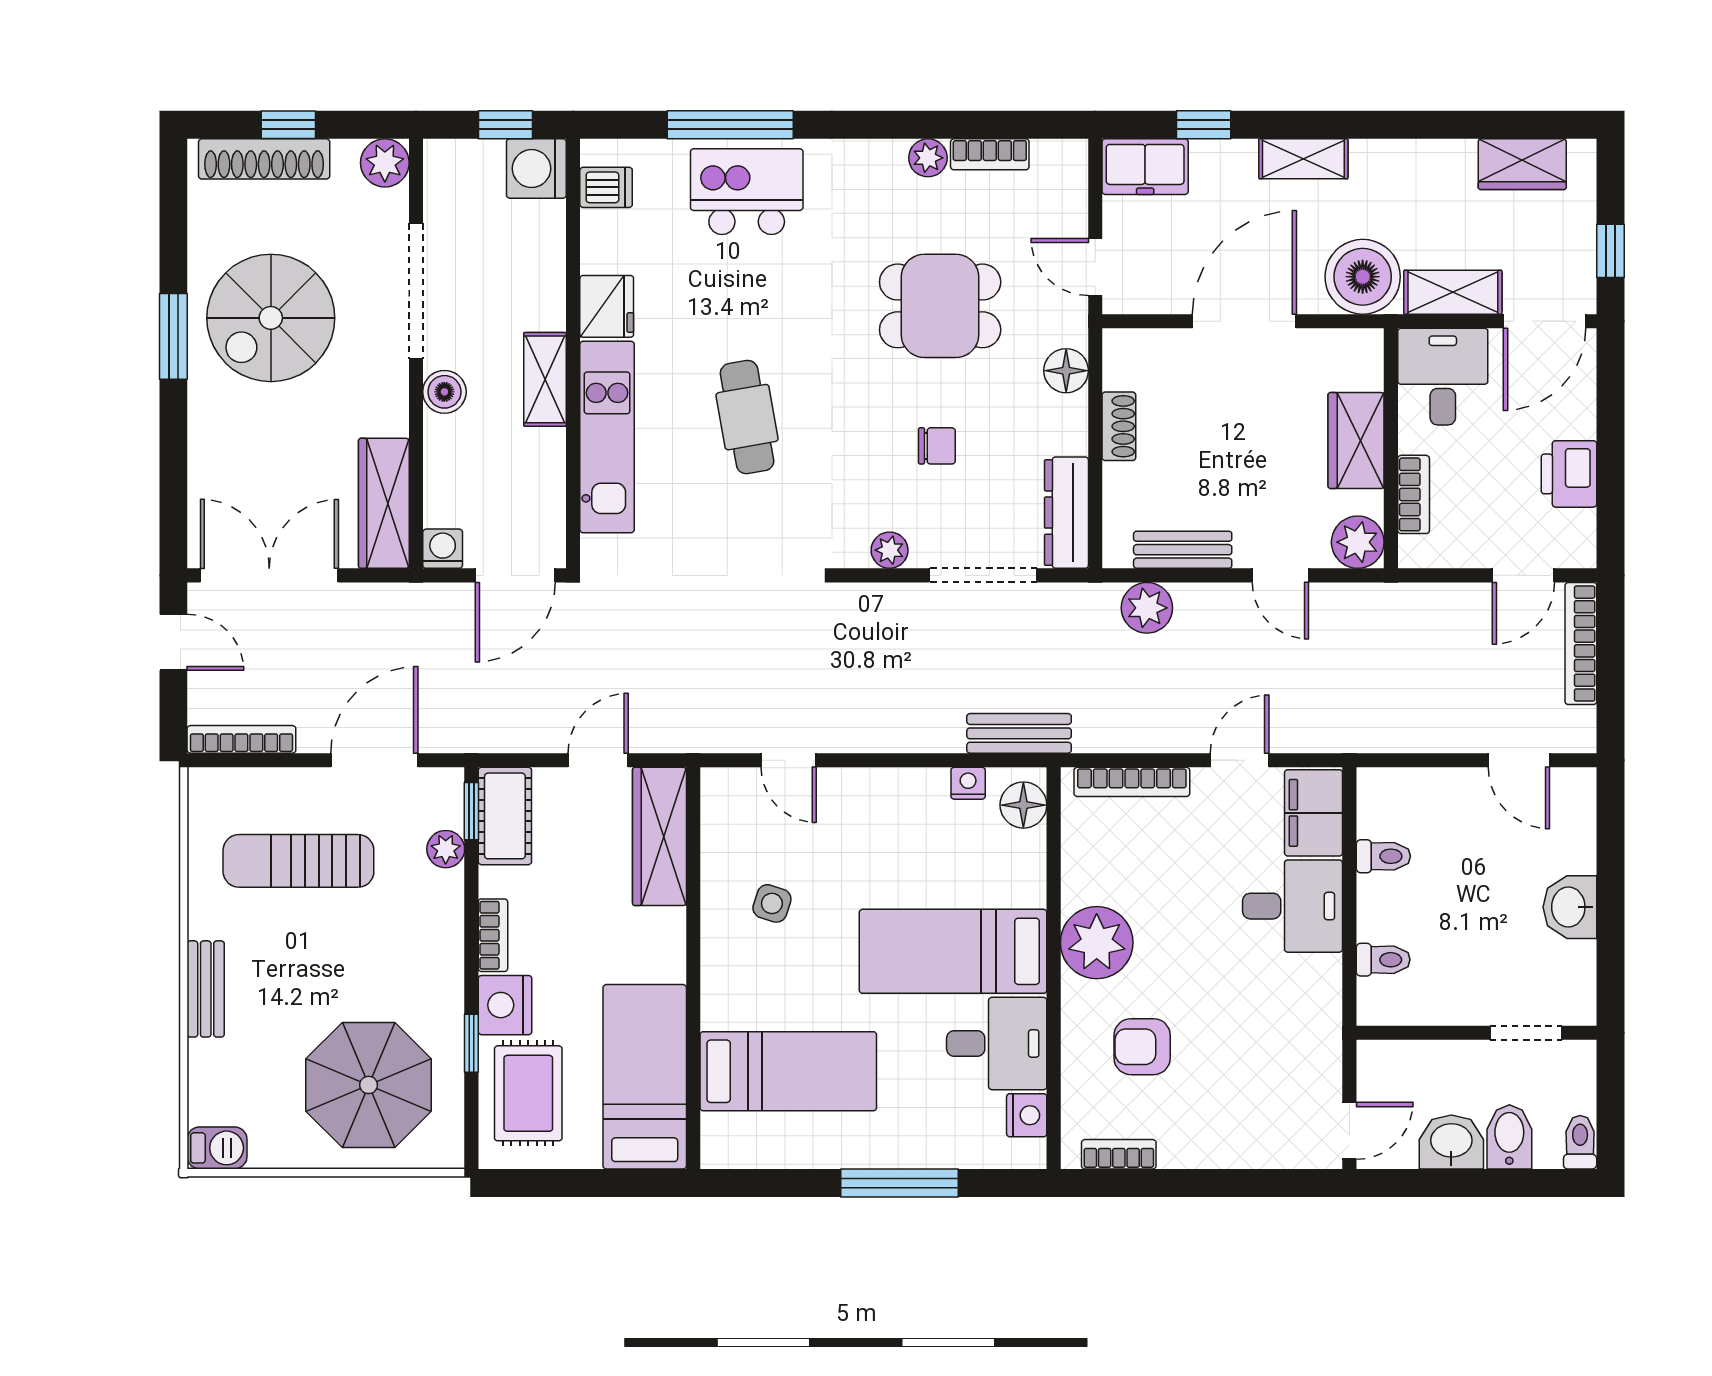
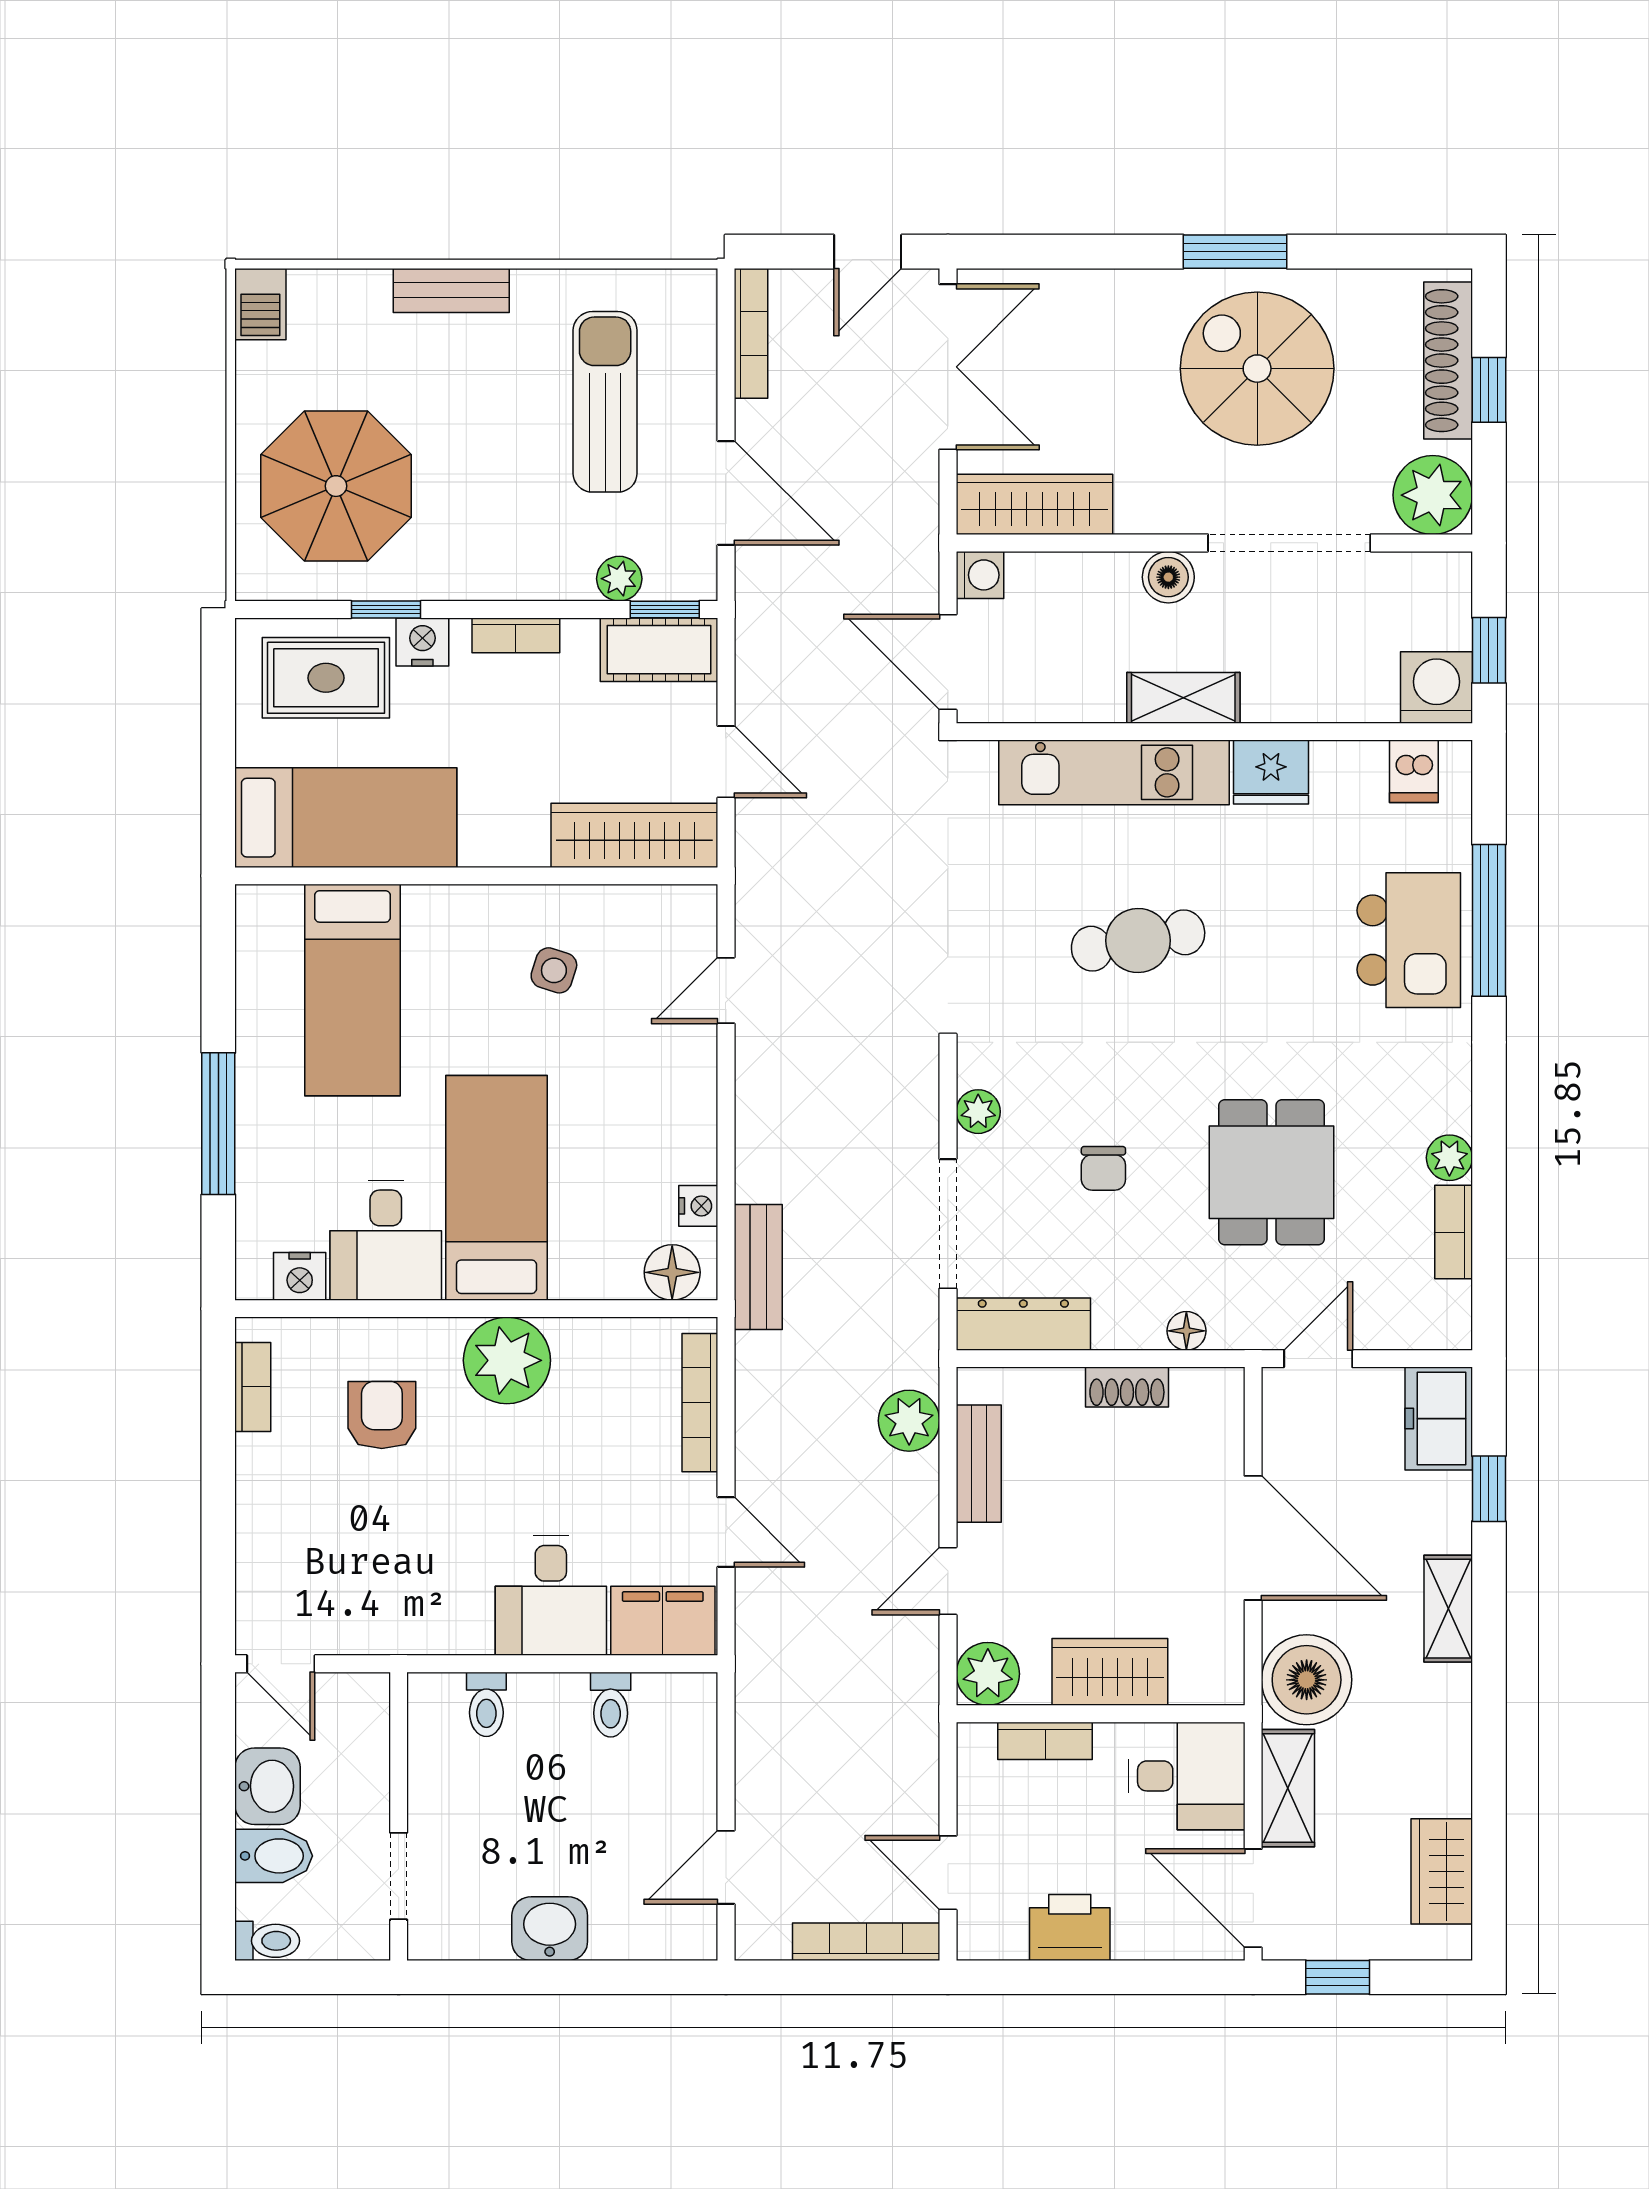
plant: (385, 163) -> (1433, 495), width x1.36, depth x1.36
floor lamp: (1066, 371) -> (1186, 1331), width x0.73, depth x0.73
nightstand: (505, 1005) -> (422, 642), width x0.74, depth x0.75

